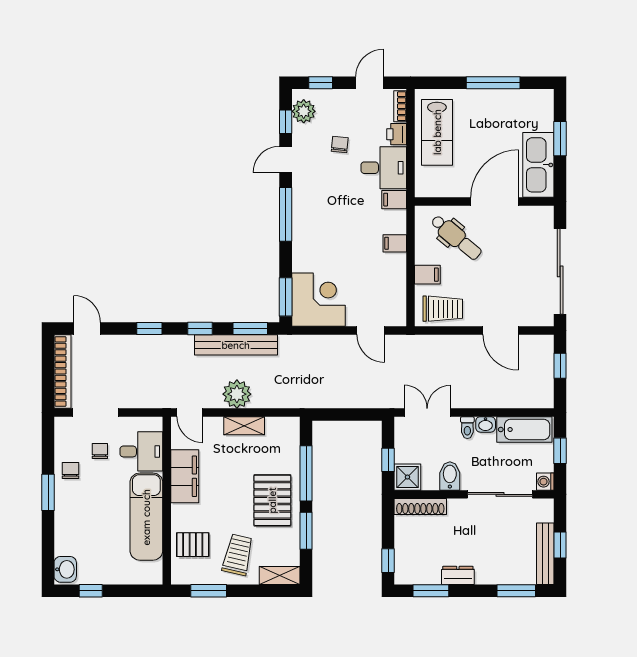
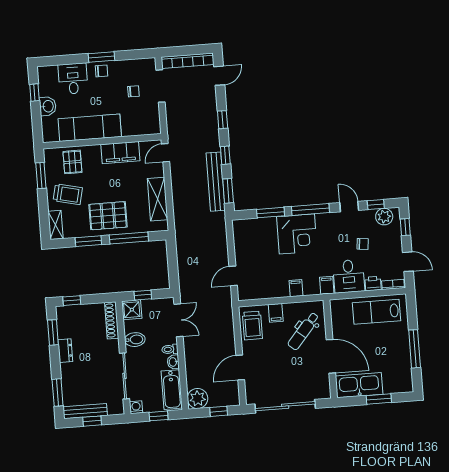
window: (286, 297) -> (271, 213), moved
corner desk: (318, 300) -> (297, 234), moved
plant: (237, 394) -> (198, 398), moved
shelving: (244, 426) -> (158, 199), width x1.50, depth x1.33
desk: (141, 451) -> (73, 79), moved, turned 180
chair: (71, 470) -> (101, 71), moved
washbasin: (65, 569) -> (48, 106), moved, turned -90

